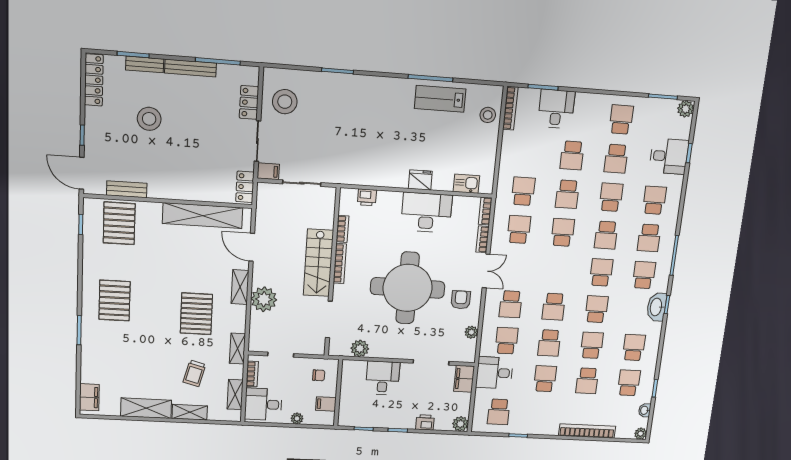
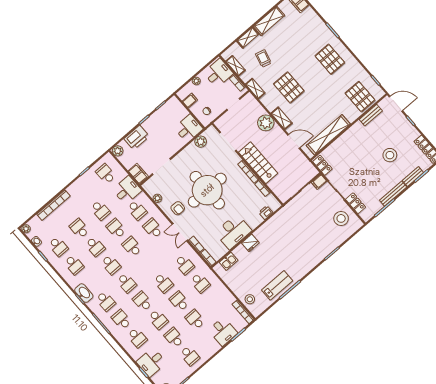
desk: (383, 378) -> (188, 128), moved, turned -90
printer: (425, 422) -> (137, 138), width x1.87, depth x1.48

